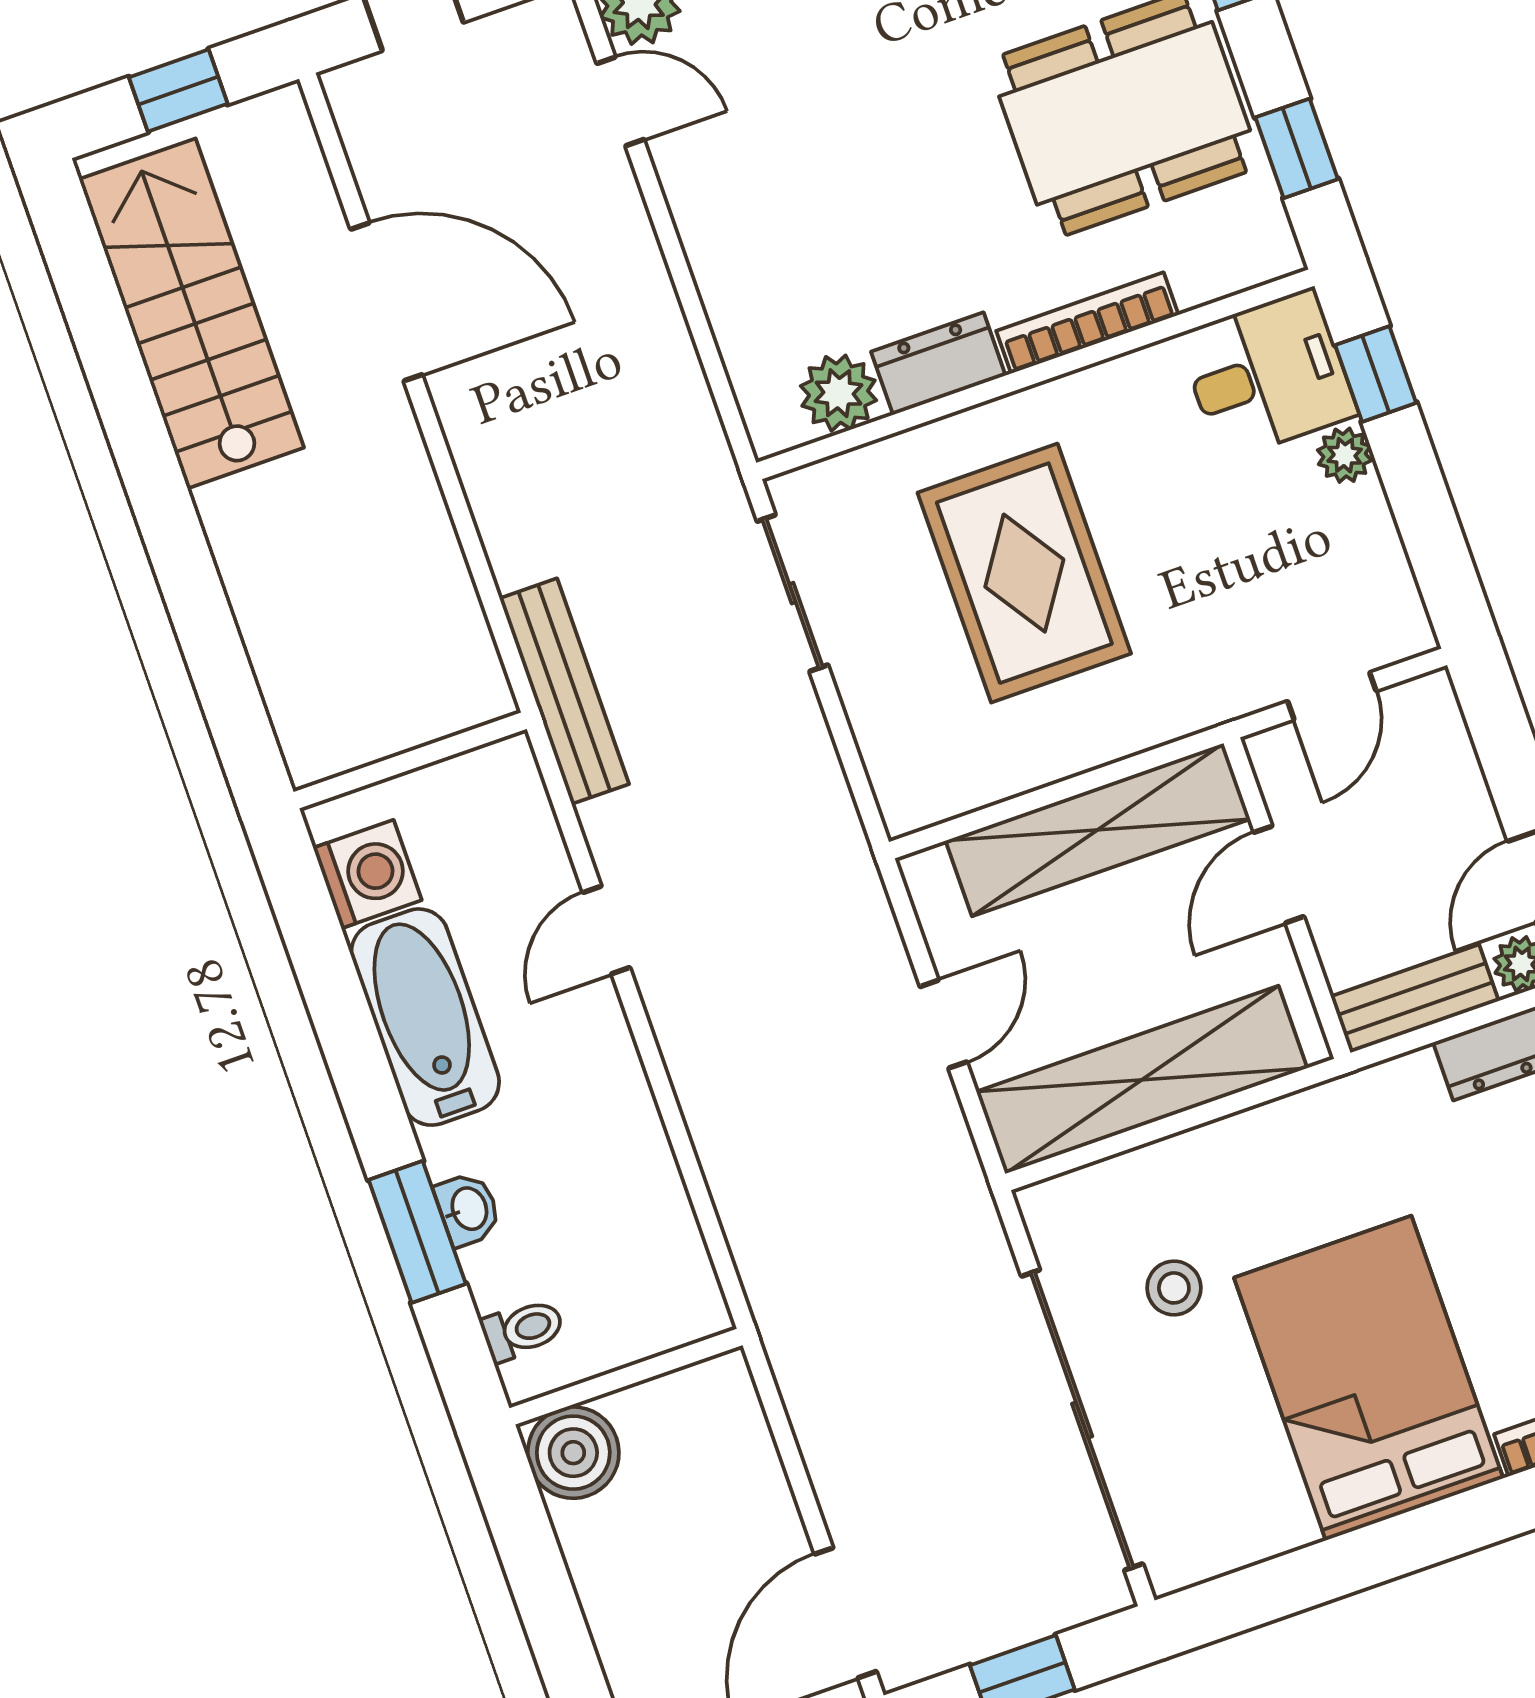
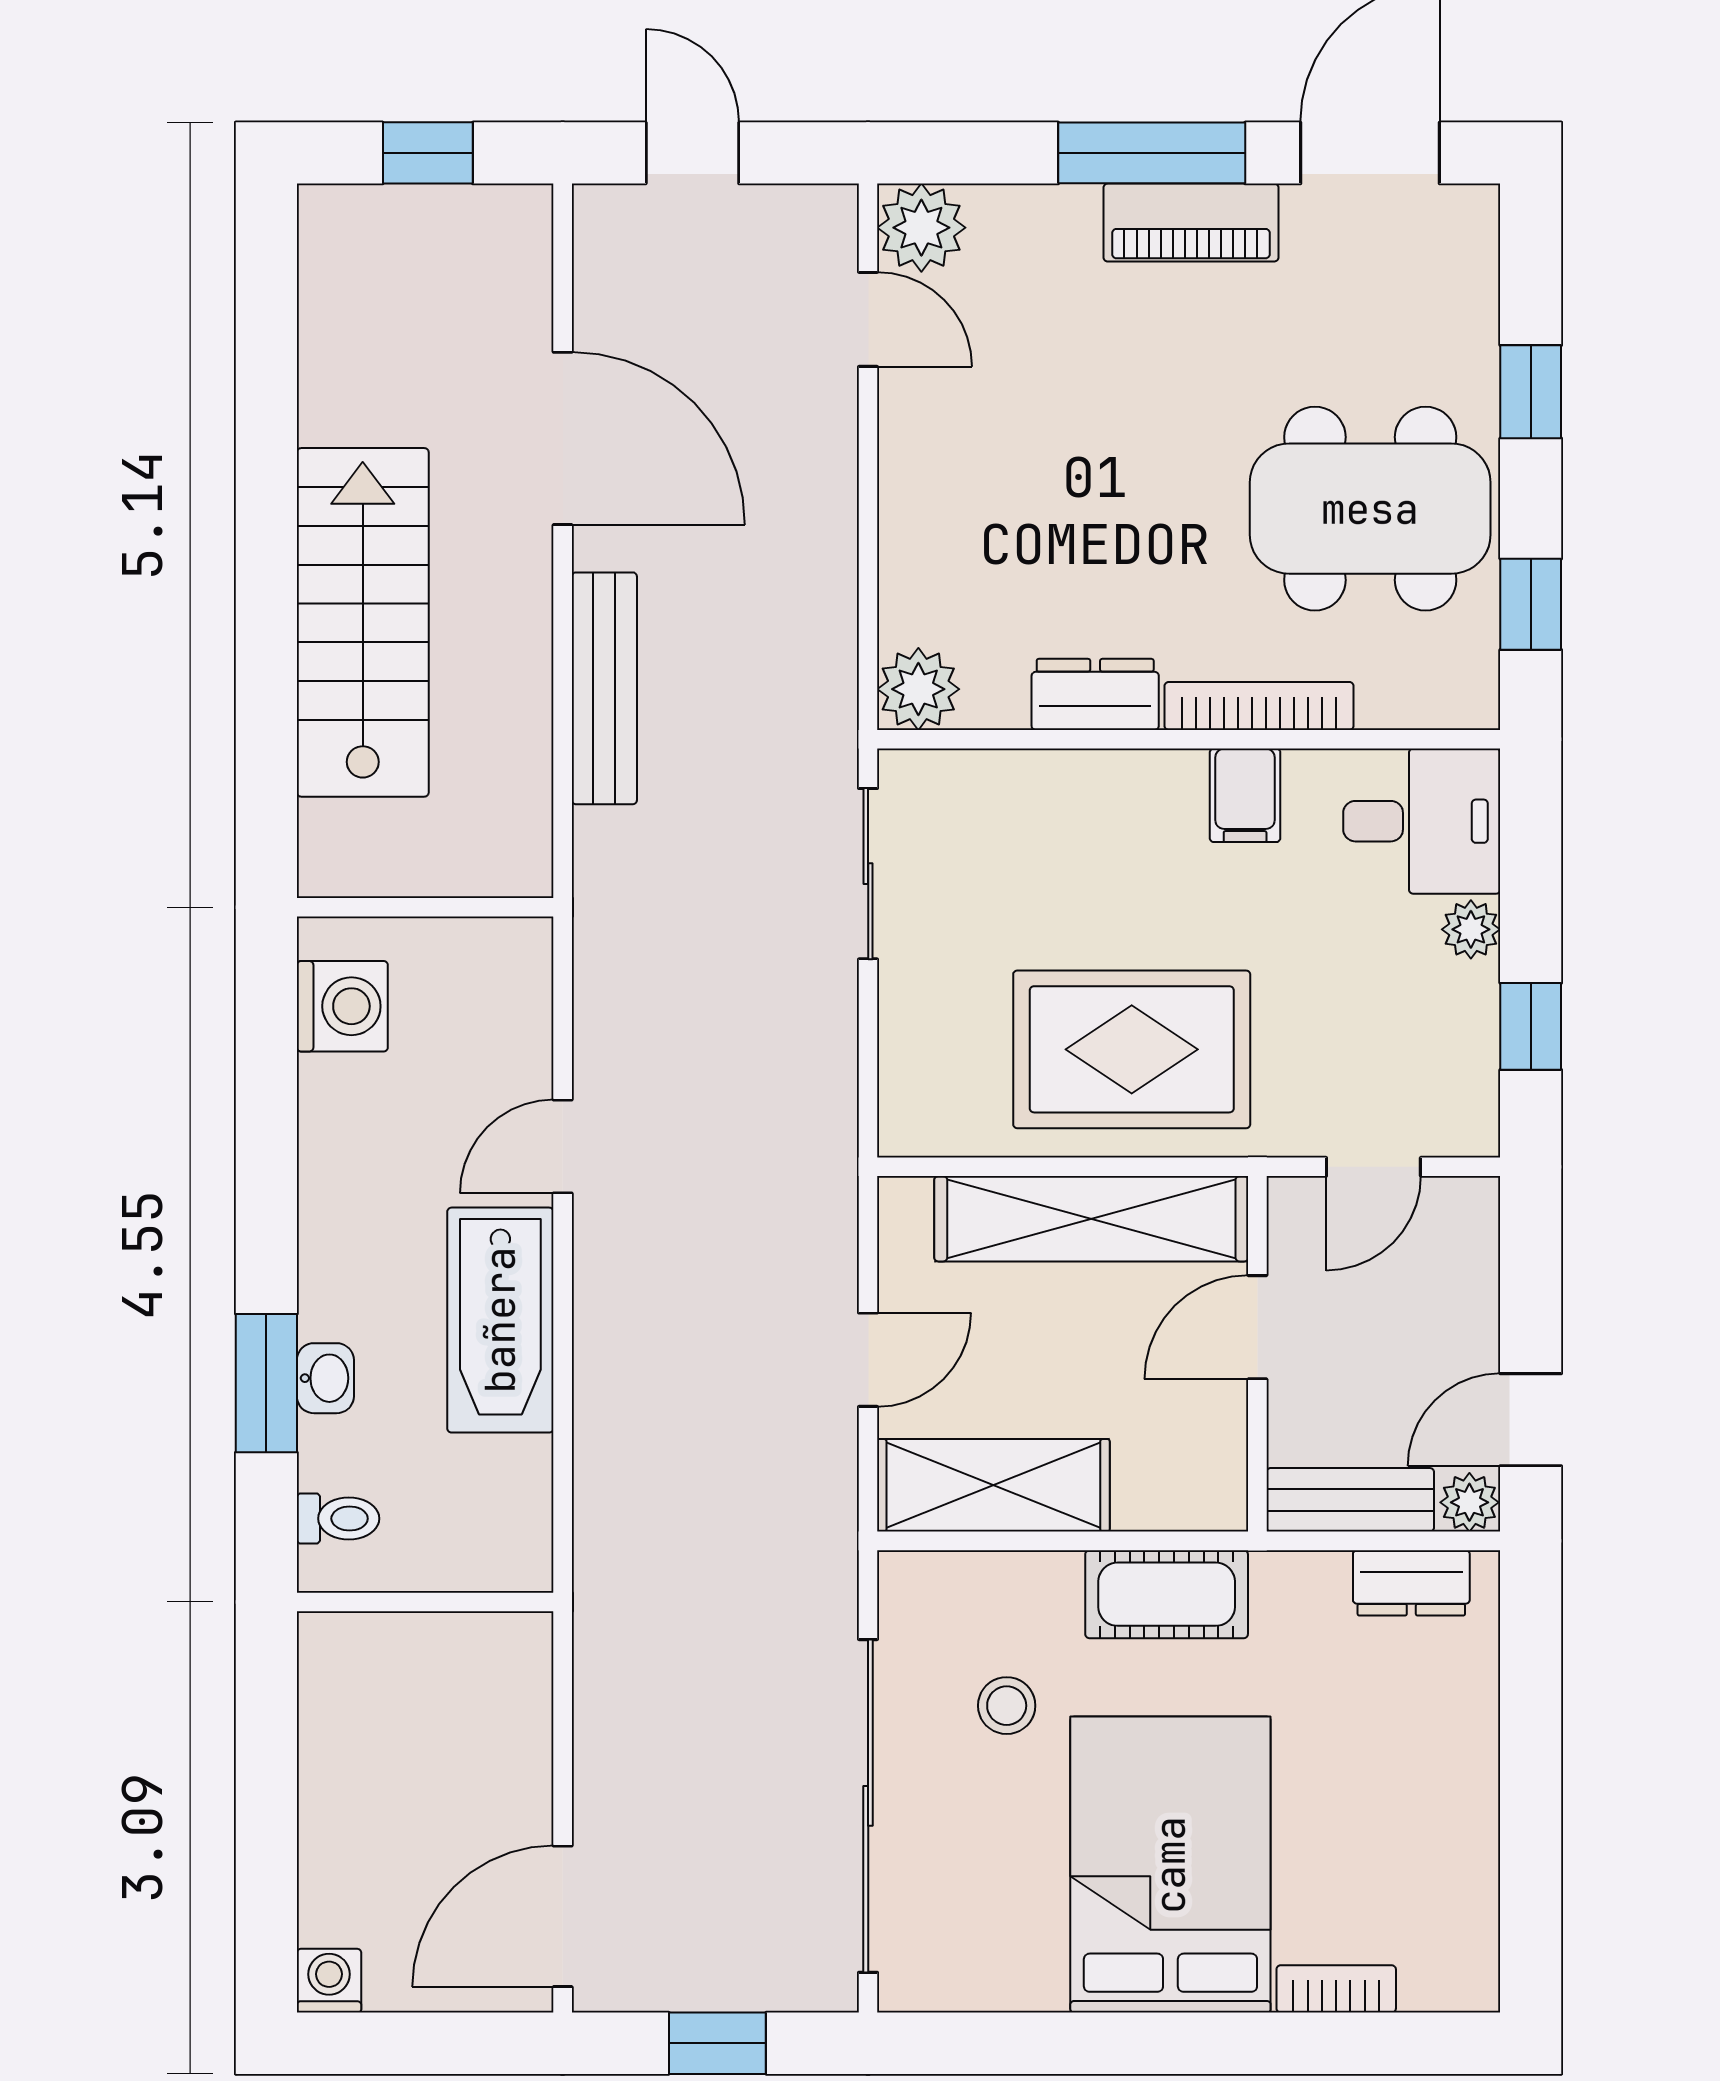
stairs: (191, 313) -> (363, 622), moved
window: (1376, 374) -> (1531, 1026), moved
plant: (839, 393) -> (918, 689), moved
filing cabinet: (1103, 407) -> (1245, 795), added
rug: (1024, 573) -> (1132, 1049), moved, turned 90
bench: (564, 691) -> (604, 688), moved
bathtub: (425, 1017) -> (500, 1320), moved, turned 180
shelving: (1142, 1080) -> (993, 1485), width x0.68
cot: (1281, 1139) -> (1167, 1594), added
boiler: (573, 1453) -> (346, 1660), removed

